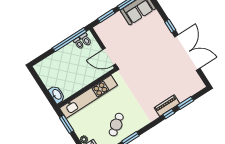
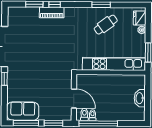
door: (109, 57) -> (74, 99), moved
washbasin: (57, 94) -> (140, 98), moved

